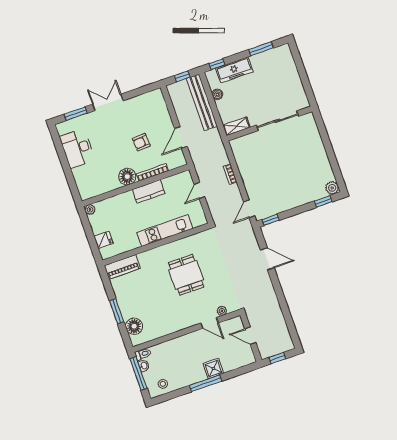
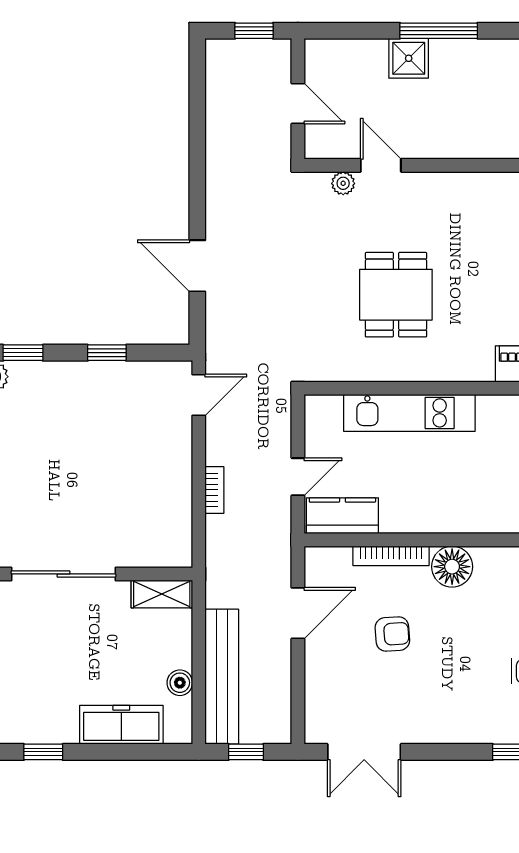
window: (261, 49) -> (43, 752), width x0.67
window: (217, 64) -> (156, 752), removed
double door: (108, 102) -> (364, 752), moved
kitchen counter: (149, 191) -> (342, 516), moved
window: (271, 220) -> (107, 353), moved

